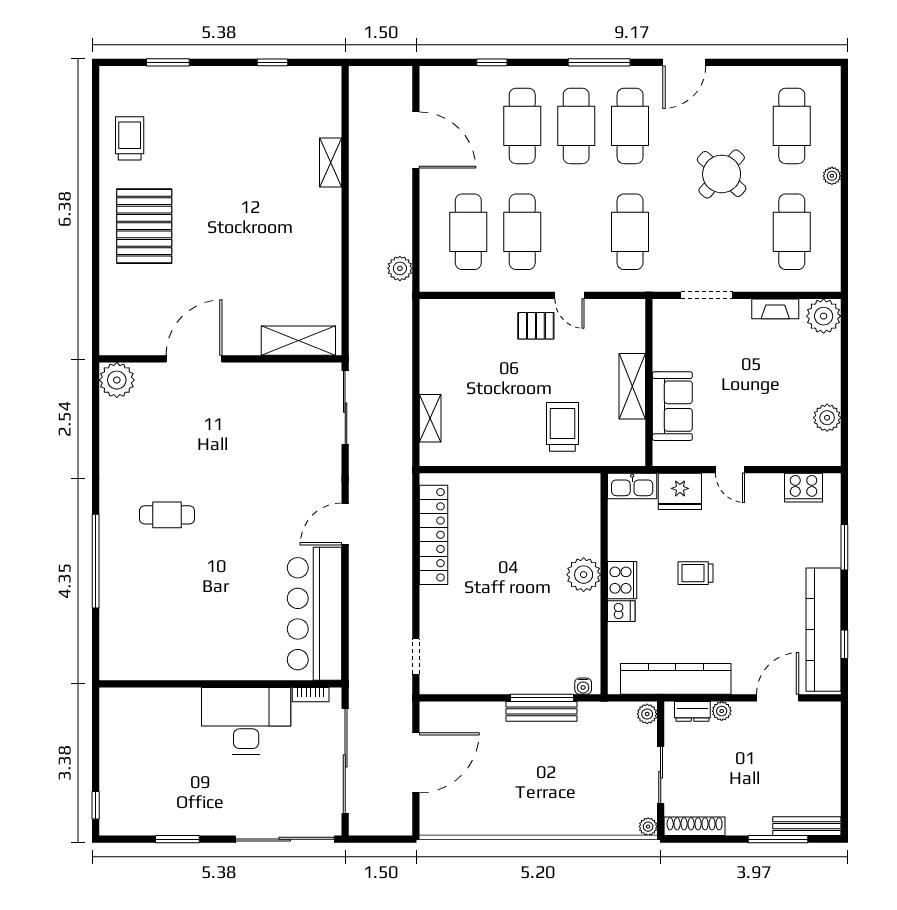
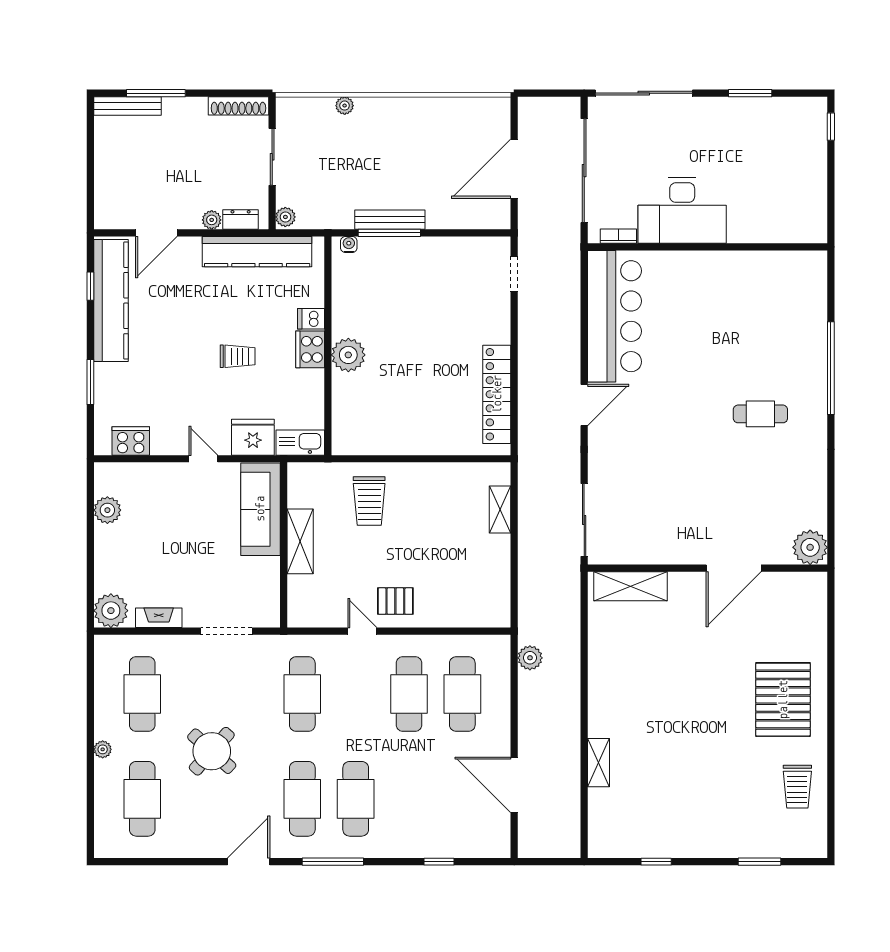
cafe table: (522, 126) -> (409, 799), removed
sofa: (672, 406) -> (260, 509), width x1.36
plant: (648, 827) -> (345, 106), moved

